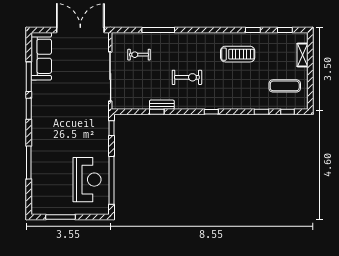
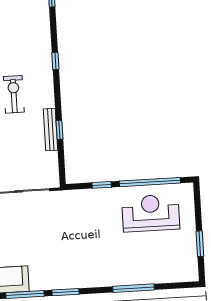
bench: (162, 105) -> (51, 130), width x1.36
window: (111, 128) -> (102, 185), moved
window: (61, 217) -> (200, 244), width x0.69

